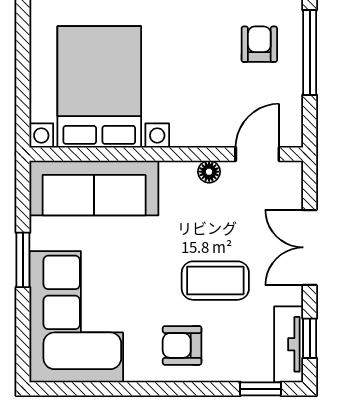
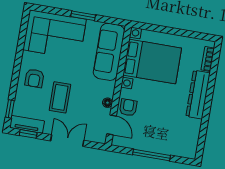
armchair: (259, 44) -> (128, 107), moved, turned -90
armchair: (182, 345) -> (34, 78), turned 180

